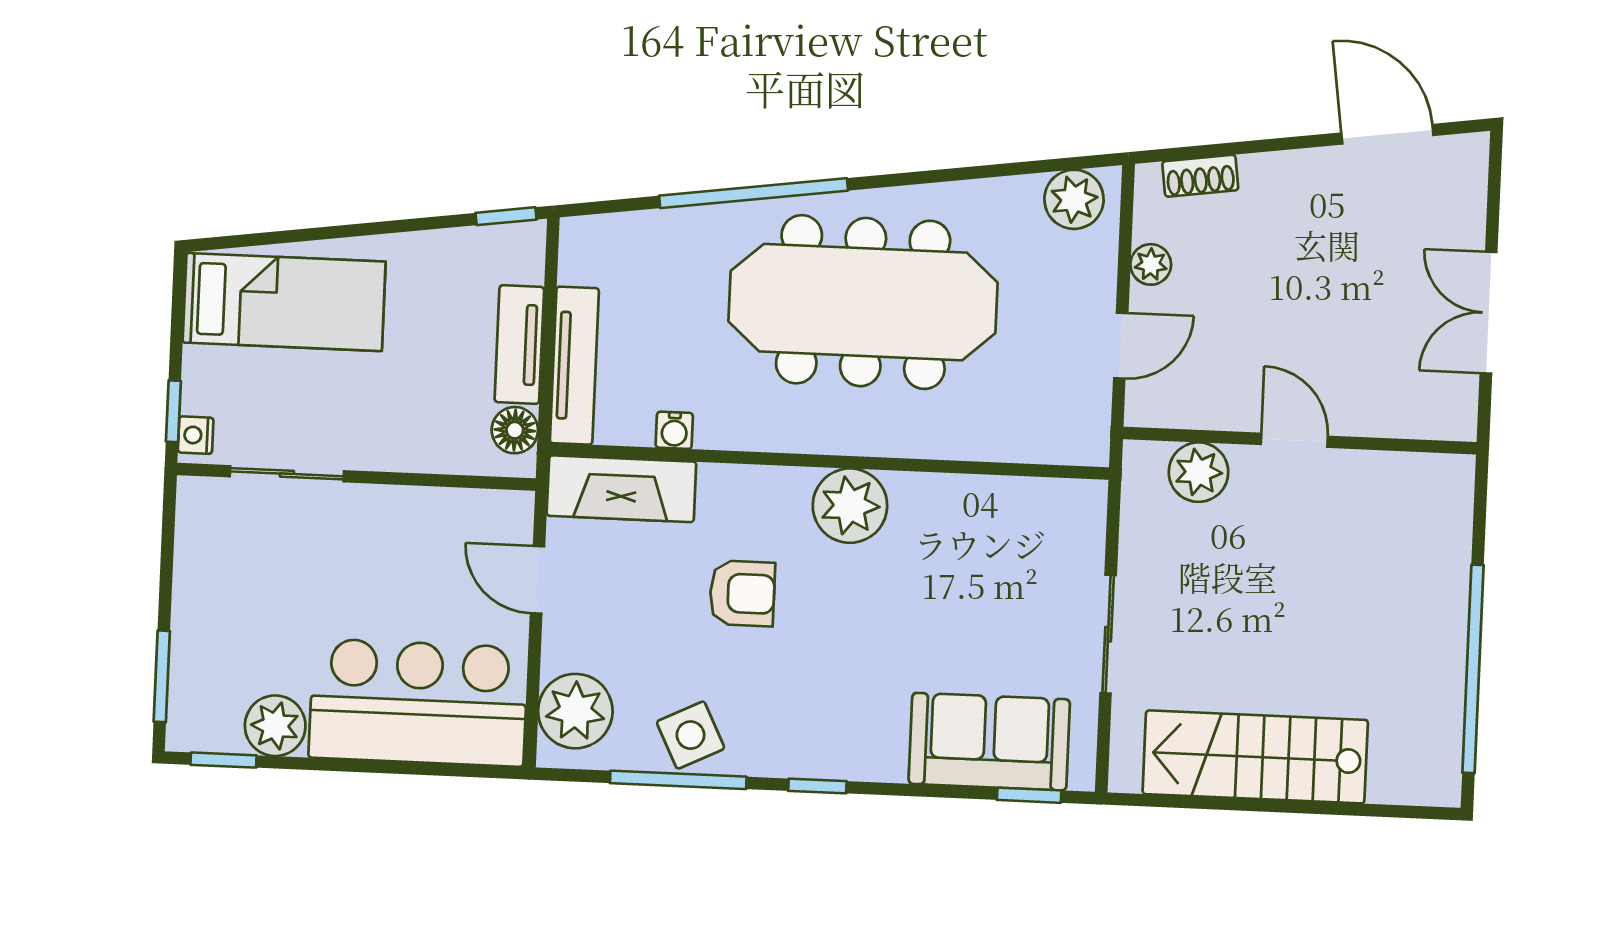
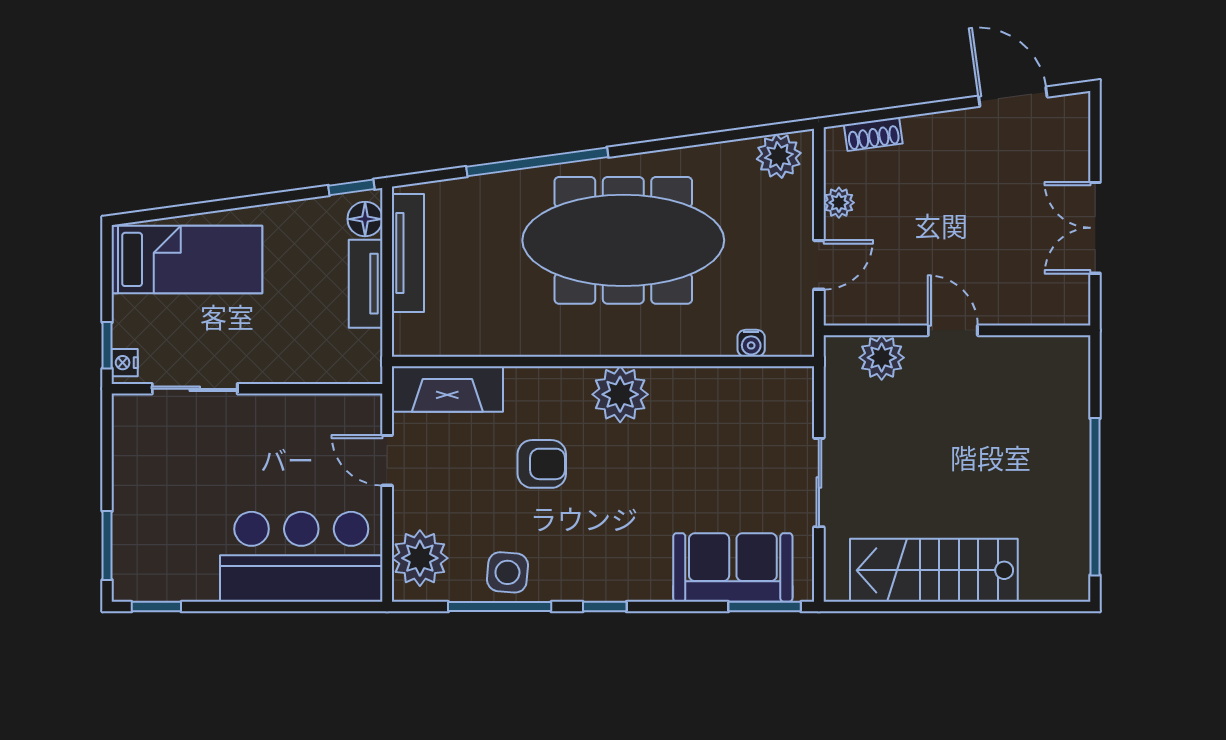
tv unit: (574, 366) -> (408, 253), moved
floor lamp: (515, 430) -> (365, 219), moved
water cooler: (674, 430) -> (751, 343), moved
plant: (275, 726) -> (194, 579), removed
side table: (690, 735) -> (507, 572), turned 31
window: (1029, 795) -> (765, 607), width x1.50

